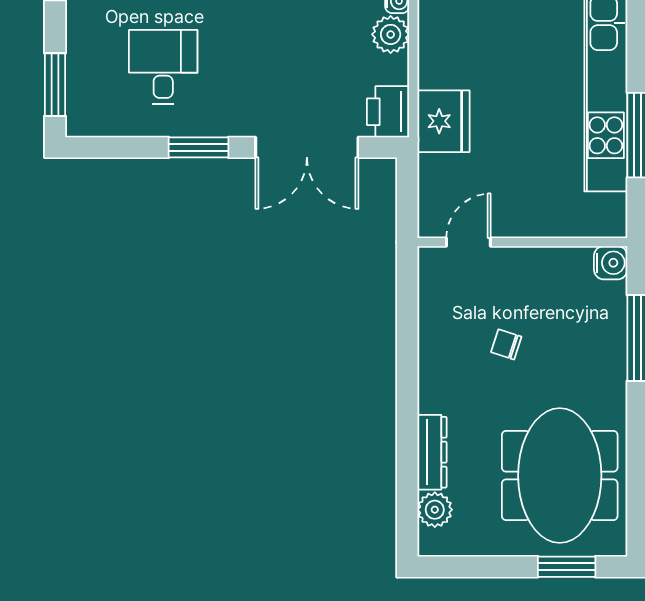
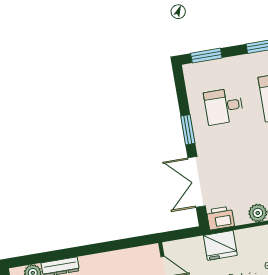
desk: (163, 67) -> (224, 106), turned 180

